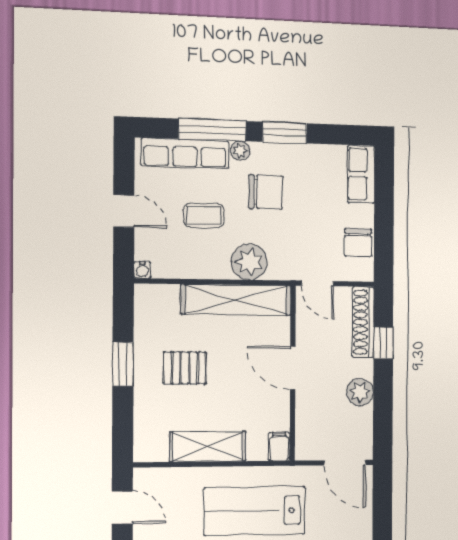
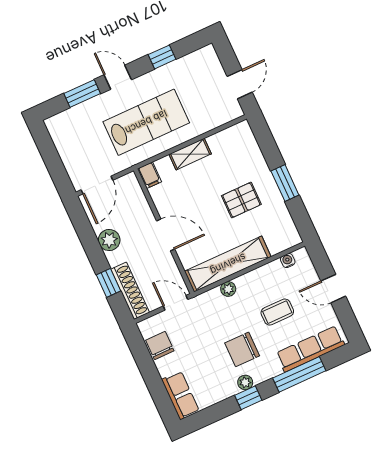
window: (285, 133) -> (248, 398), width x0.67
plant: (240, 151) -> (245, 382), moved
plant: (249, 262) -> (228, 289), width x0.53, depth x0.53
water cooler: (142, 270) -> (288, 261), moved
shelving: (208, 446) -> (190, 154), width x0.67, depth x0.75
door: (345, 463) -> (97, 185), swing flipped
door: (122, 507) -> (240, 84), swing flipped

